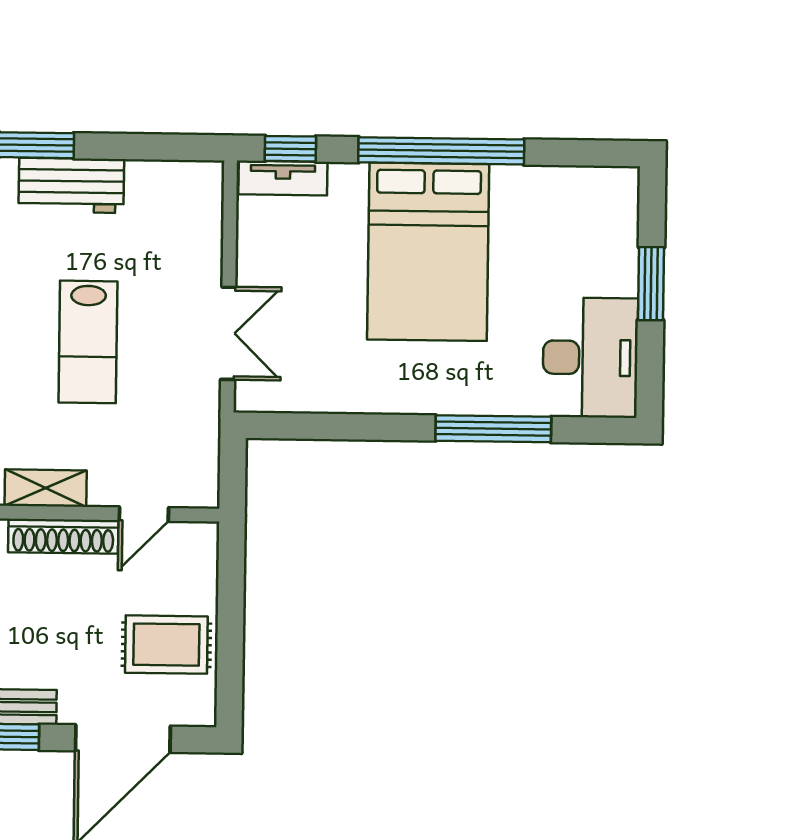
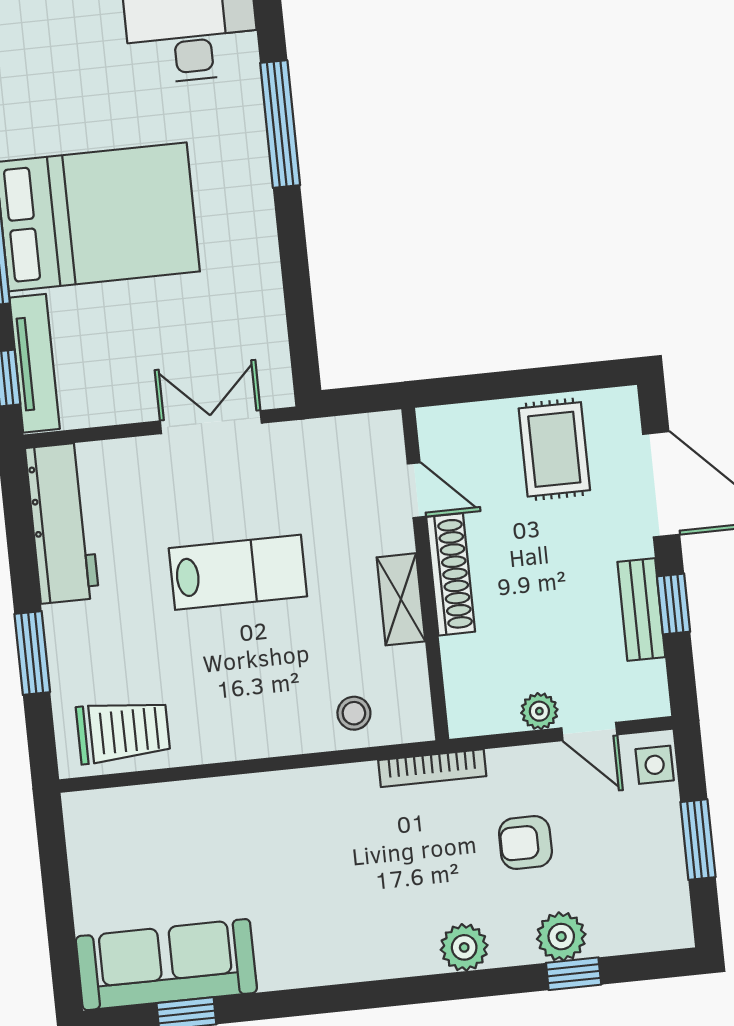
tv unit: (283, 178) -> (35, 363), width x1.41
workbench: (71, 185) -> (62, 523), moved, width x1.38

